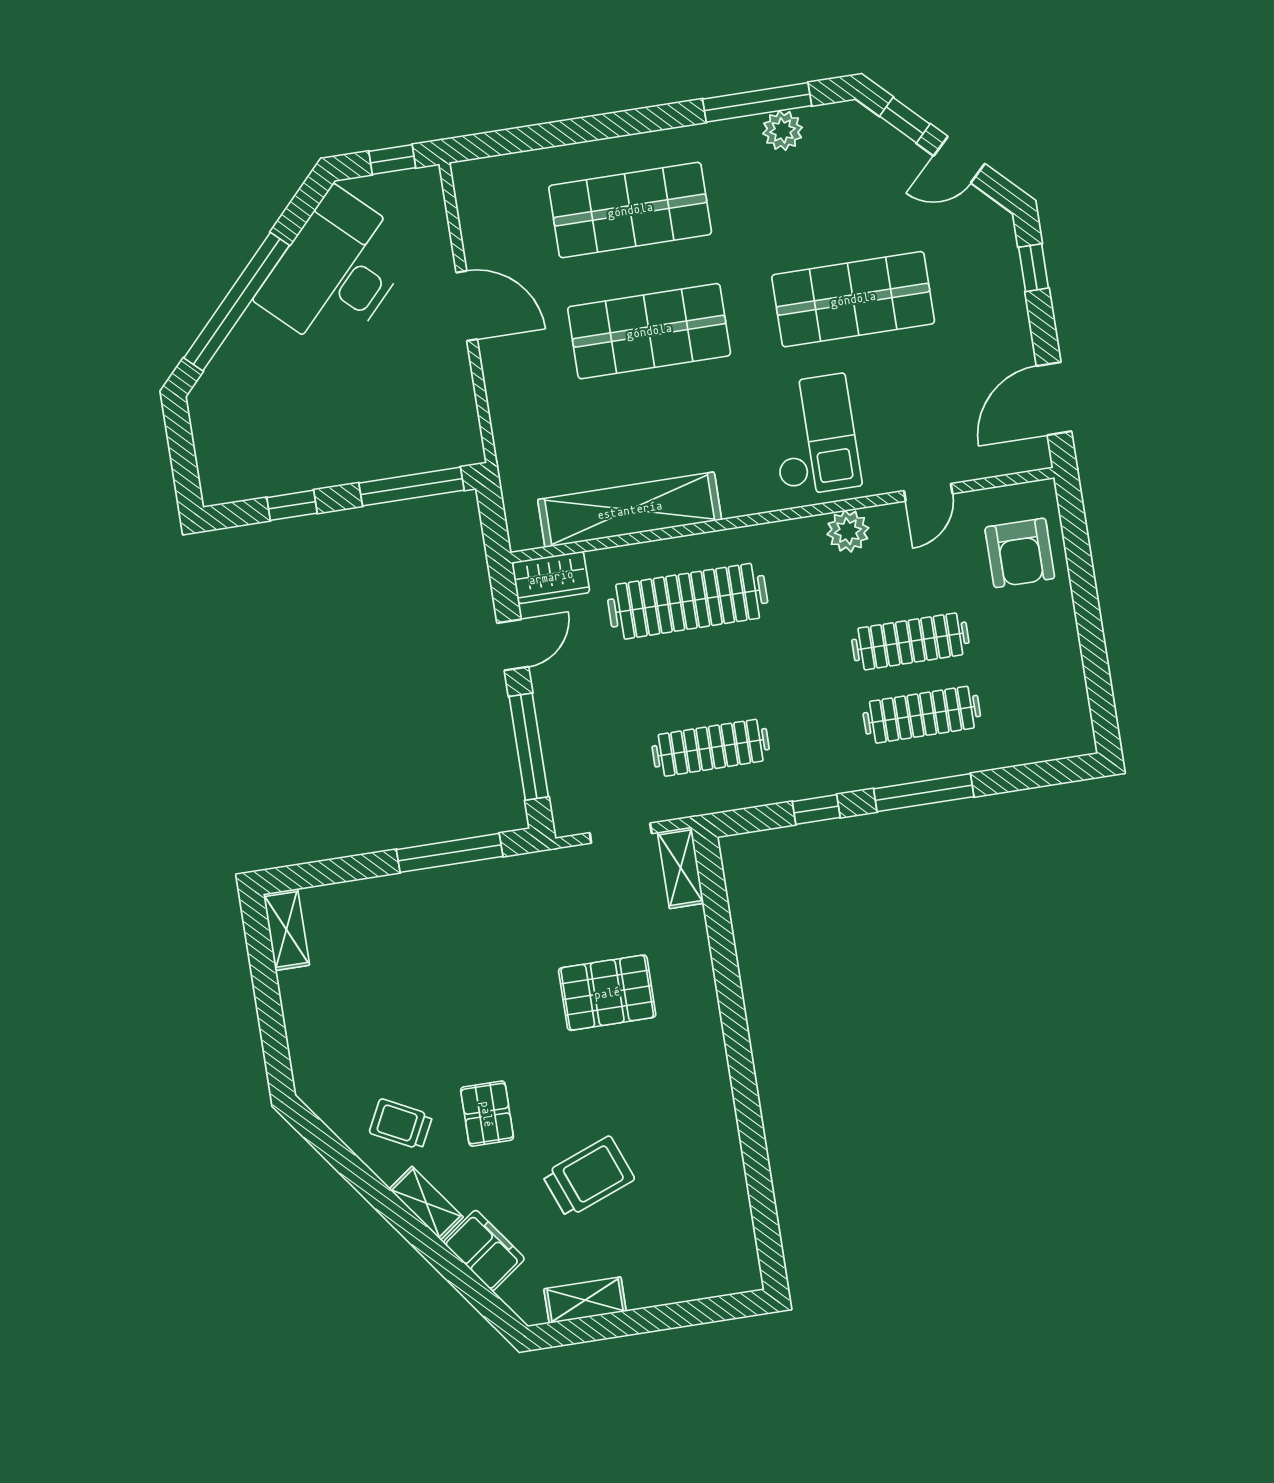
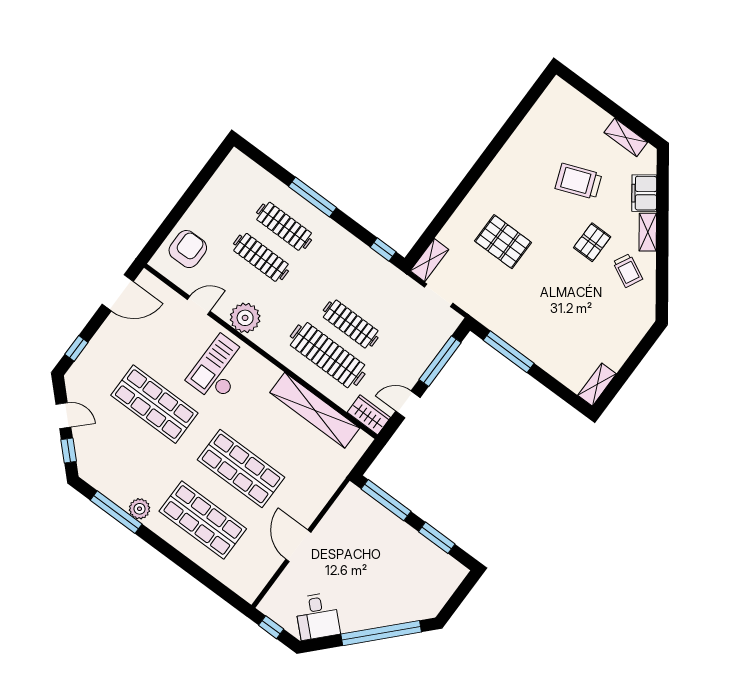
plant: (783, 130) -> (139, 509), moved
desk: (336, 272) -> (317, 616), width x0.53, depth x0.77
window: (292, 505) -> (437, 538), width x1.50
plant: (848, 531) -> (245, 318), width x1.36, depth x1.36
clothes rail: (711, 748) -> (351, 324), moved
window: (816, 810) -> (383, 249), moved

